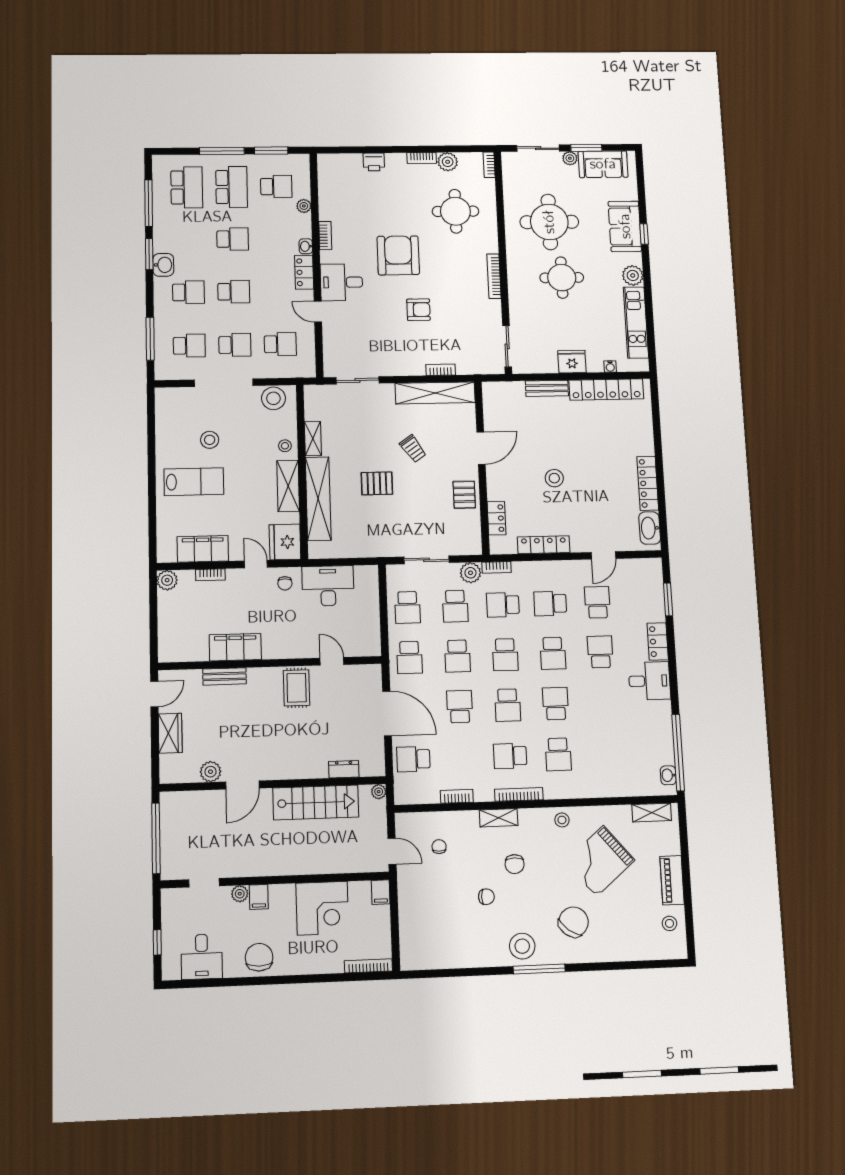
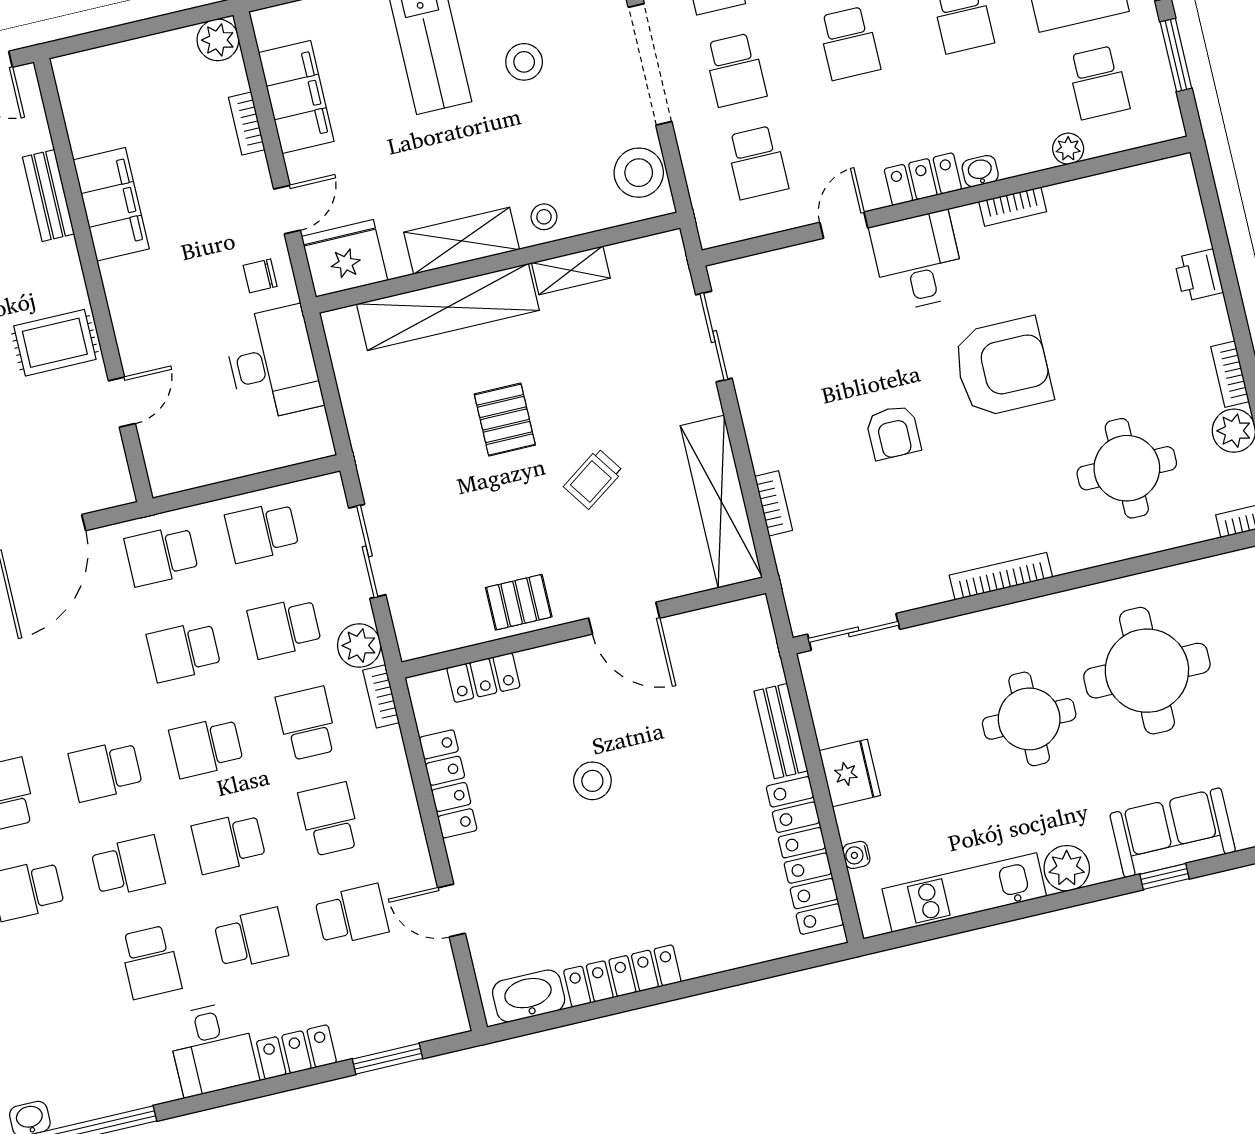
school desk: (460, 707) -> (150, 962), moved, turned 90

